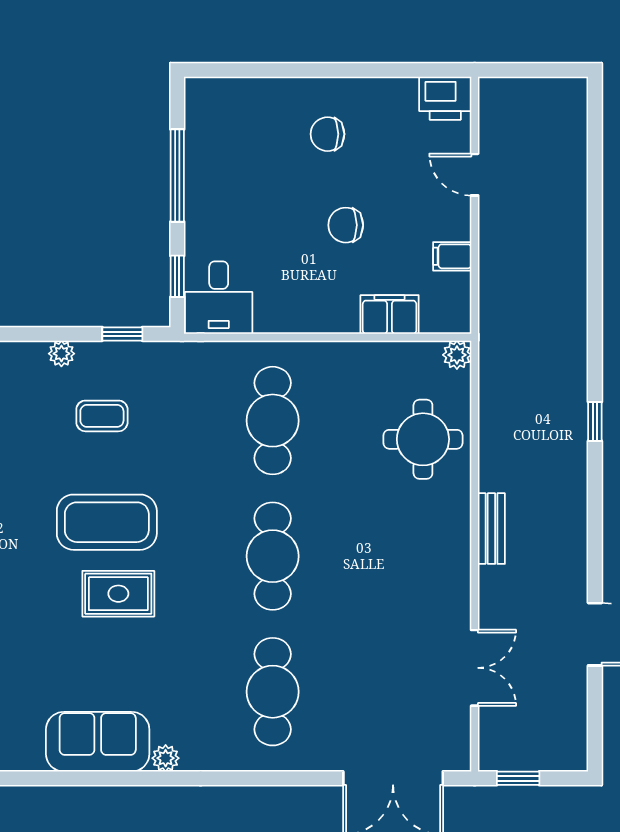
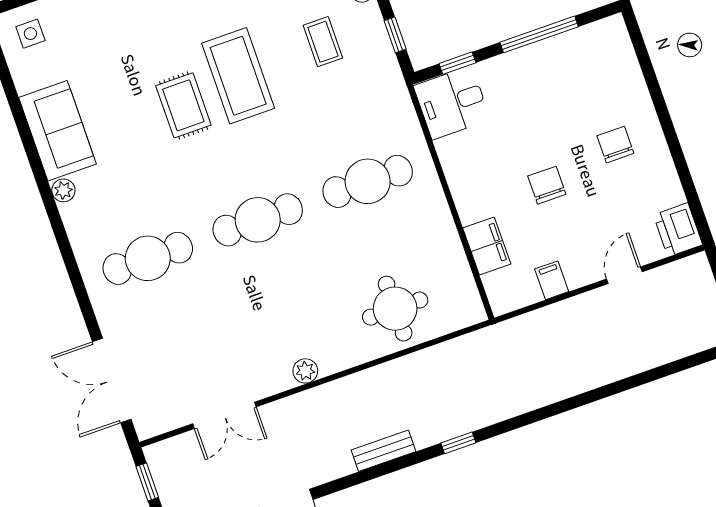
plant: (457, 355) -> (305, 371), moved
bench: (491, 529) -> (384, 451), moved

